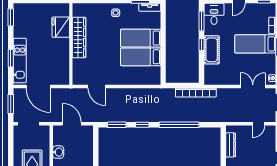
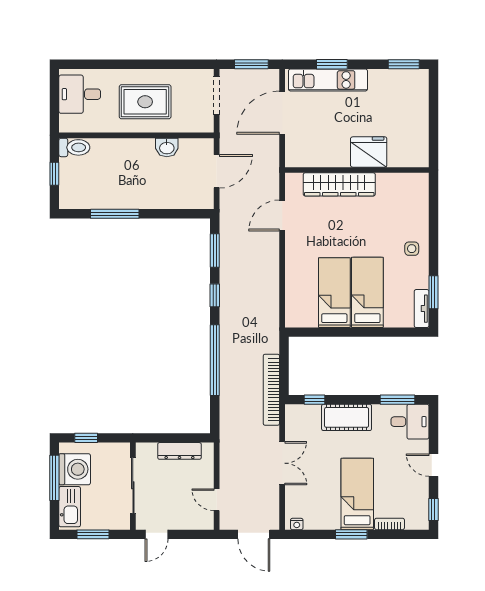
fridge: (61, 27) -> (369, 152), moved
wardrobe: (79, 38) -> (339, 184), moved
window: (201, 44) -> (314, 400), moved
double door: (253, 86) -> (282, 463), moved

